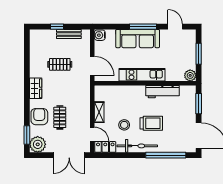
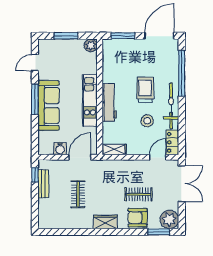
window: (57, 27) -> (35, 175), moved
water cooler: (100, 35) -> (60, 149), moved
workbench: (162, 92) -> (109, 102), moved
shelving: (99, 112) -> (114, 149), moved

